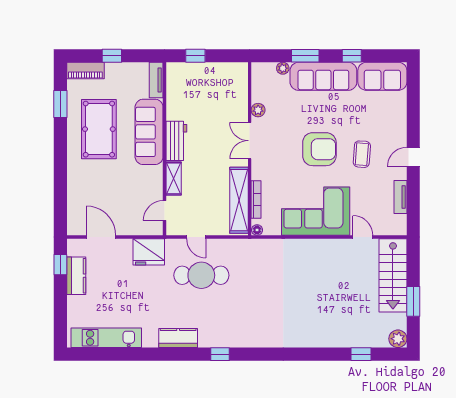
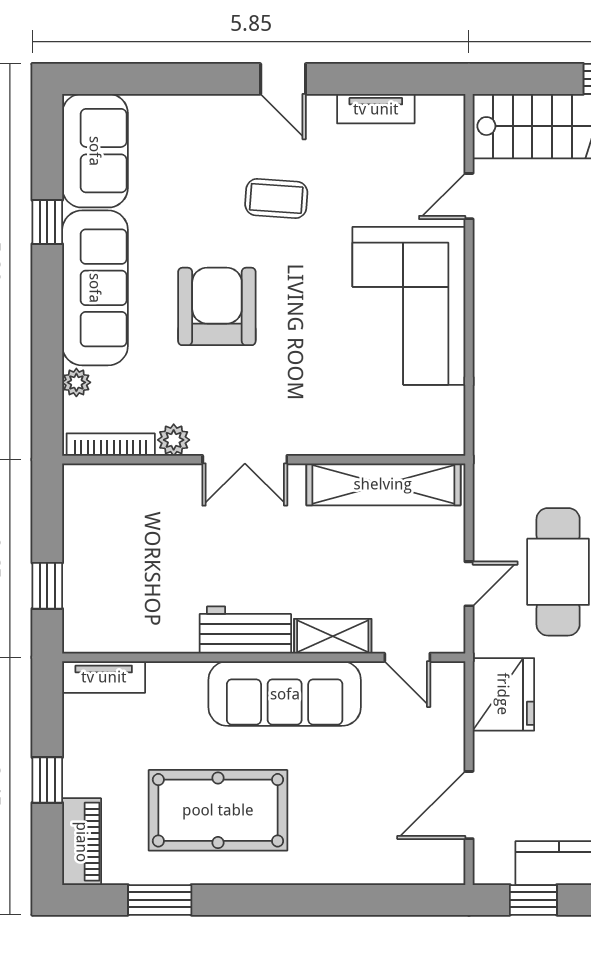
window: (305, 56) -> (47, 330), removed
sofa: (149, 132) -> (285, 694), moved
armchair: (319, 149) -> (217, 306), moved
bookcase: (256, 199) -> (111, 445), moved
floor lamp: (257, 230) -> (453, 442), removed

